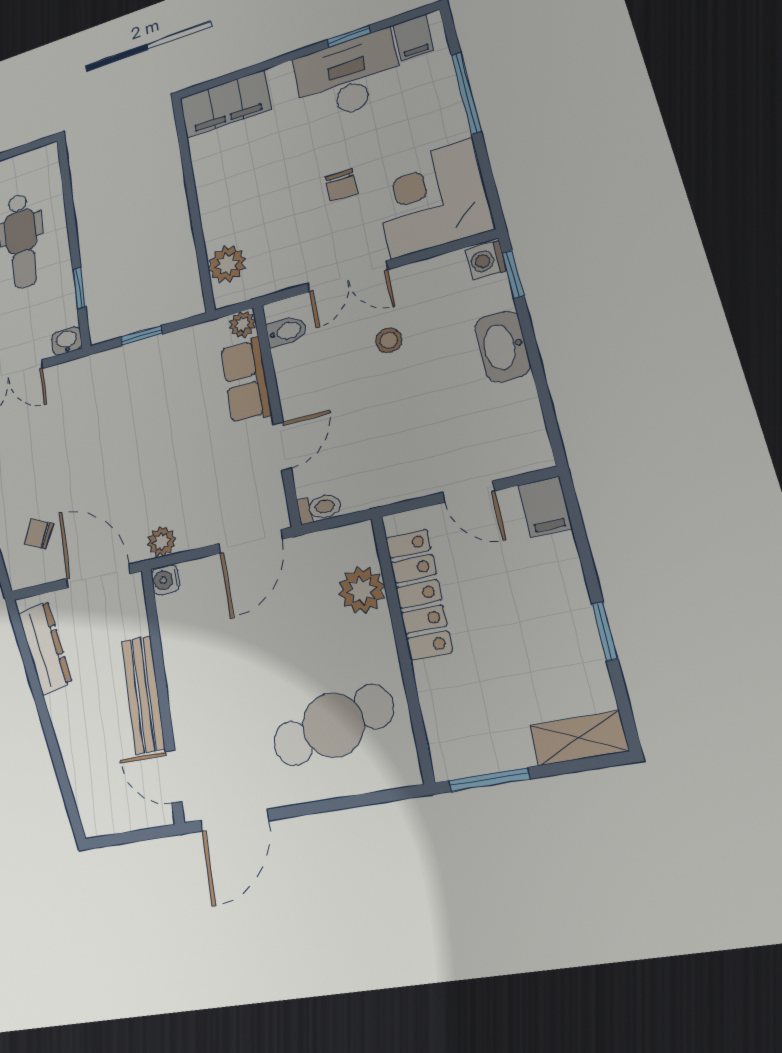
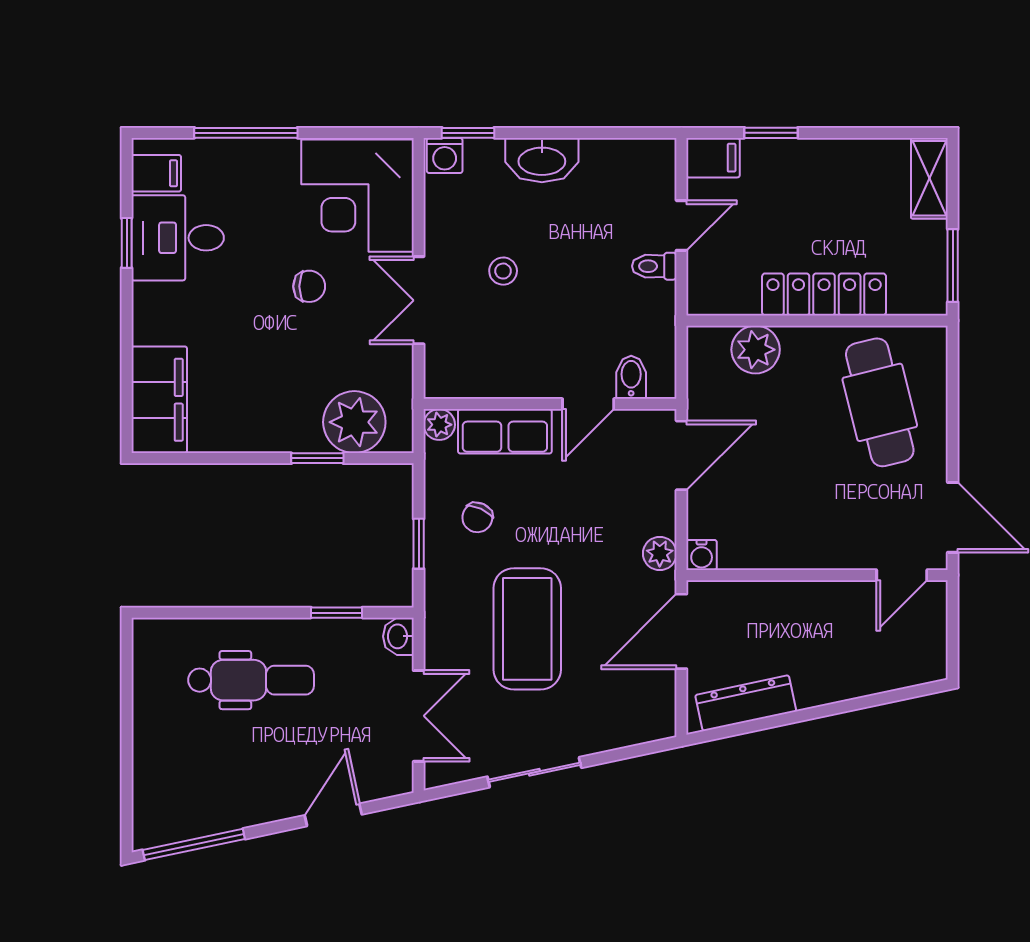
desk: (348, 77) -> (178, 238), width x0.73
window: (198, 236) -> (317, 458), added
plant: (227, 264) -> (354, 422), width x1.36, depth x1.36
double door: (347, 277) -> (419, 300), swing flipped
bidet: (286, 331) -> (631, 377), moved
coffee table: (85, 443) -> (527, 629), added
door: (282, 446) -> (588, 404), swing flipped
toilet: (319, 508) -> (654, 266), moved, turned -90
chair: (38, 534) -> (477, 517), moved
door: (251, 541) -> (681, 455), hinge flipped
locker: (419, 594) -> (824, 294), moved
window: (605, 631) -> (771, 133), moved
bench: (143, 694) -> (815, 597), removed

